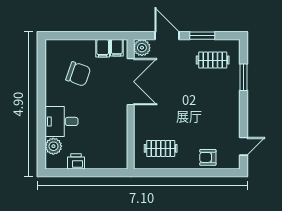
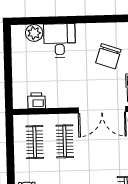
clothes rail: (161, 119) -> (65, 141), added
printer: (76, 161) -> (37, 101), moved, turned -90

